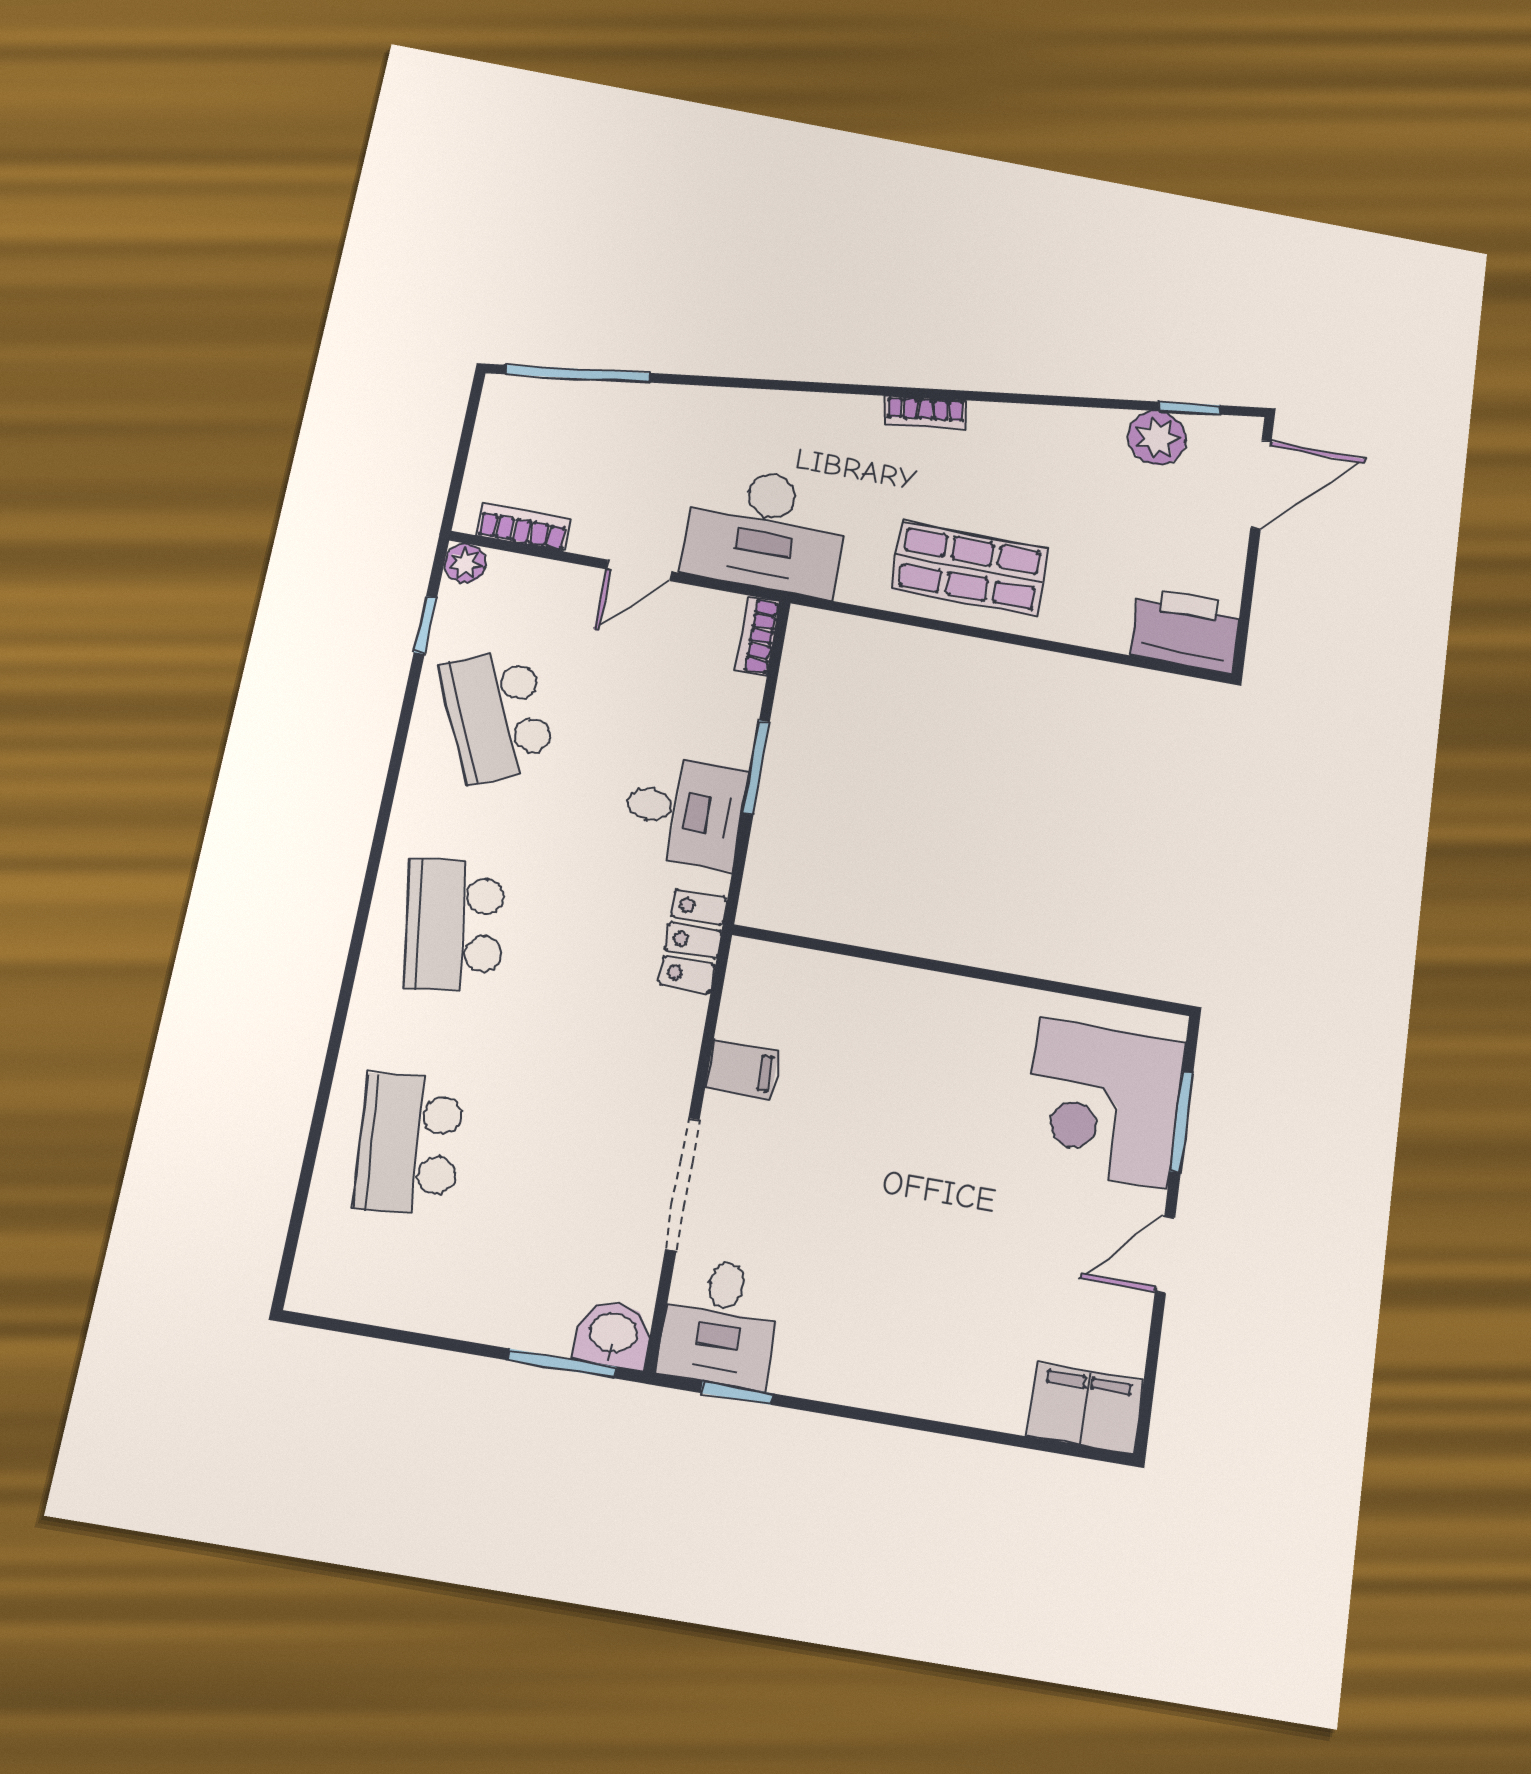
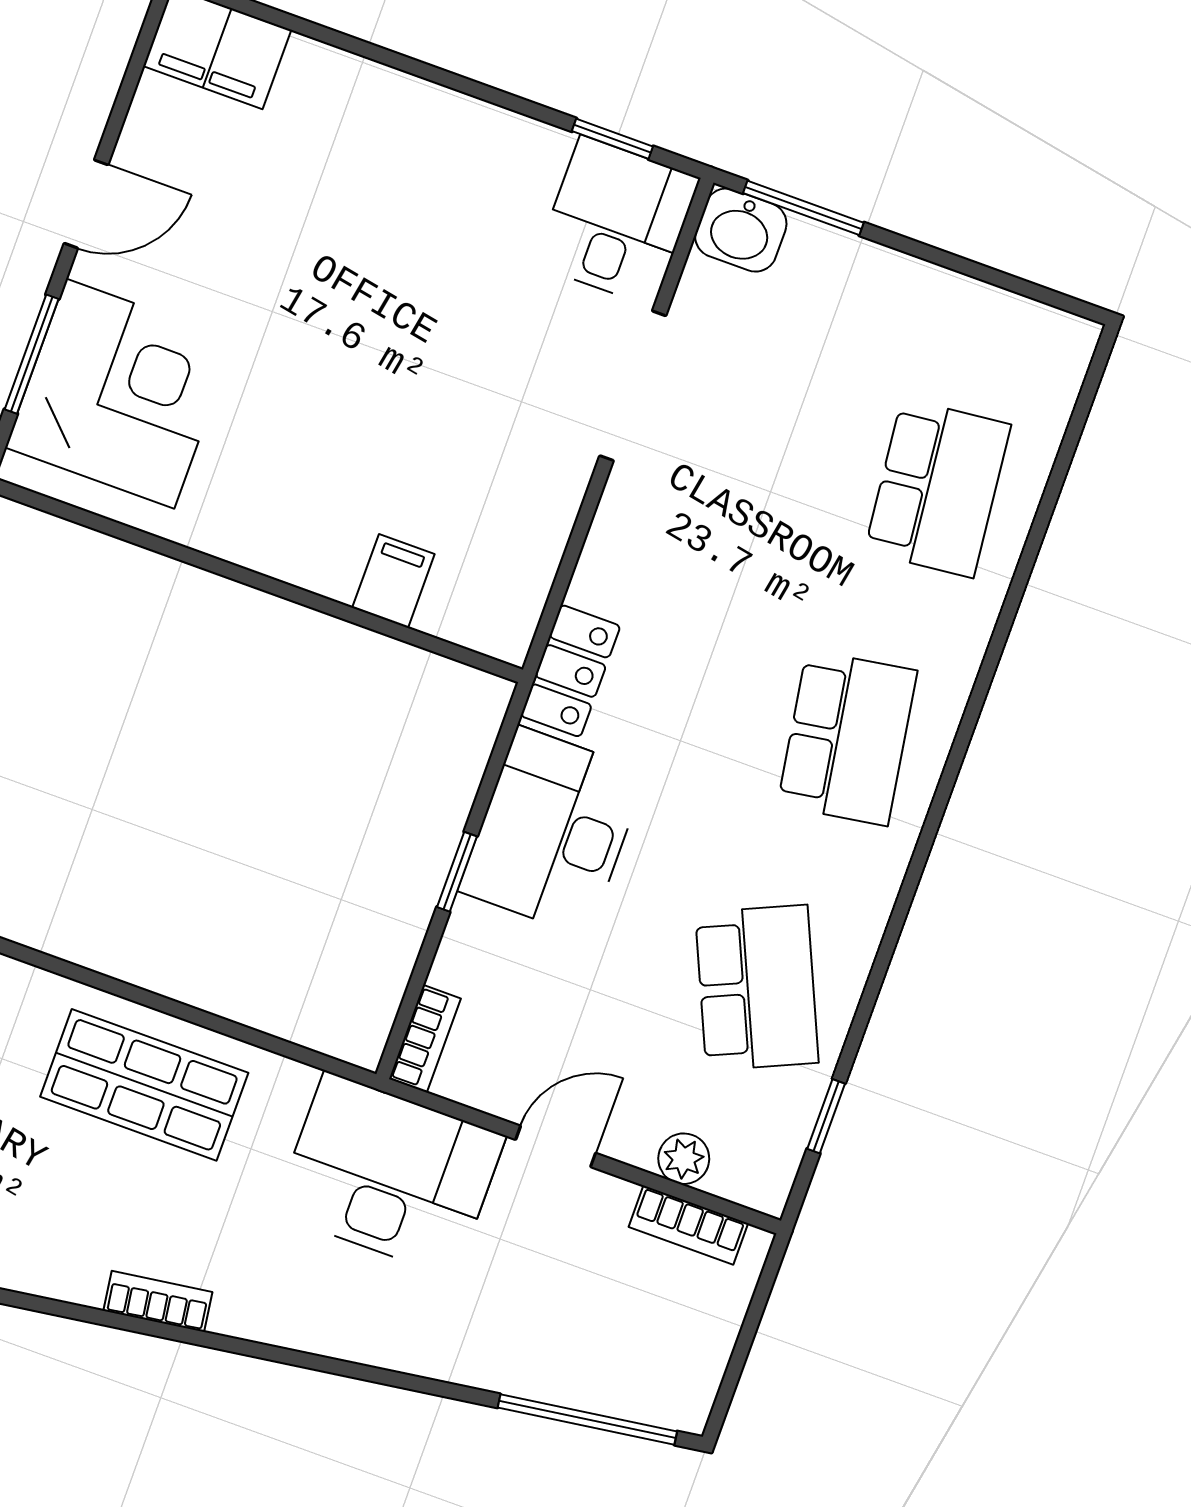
plant: (465, 563) -> (684, 1159), moved
window: (756, 767) -> (457, 872), width x0.67
desk: (685, 811) -> (553, 831), width x1.37
filing cabinet: (742, 1069) -> (393, 581), moved, turned 90

